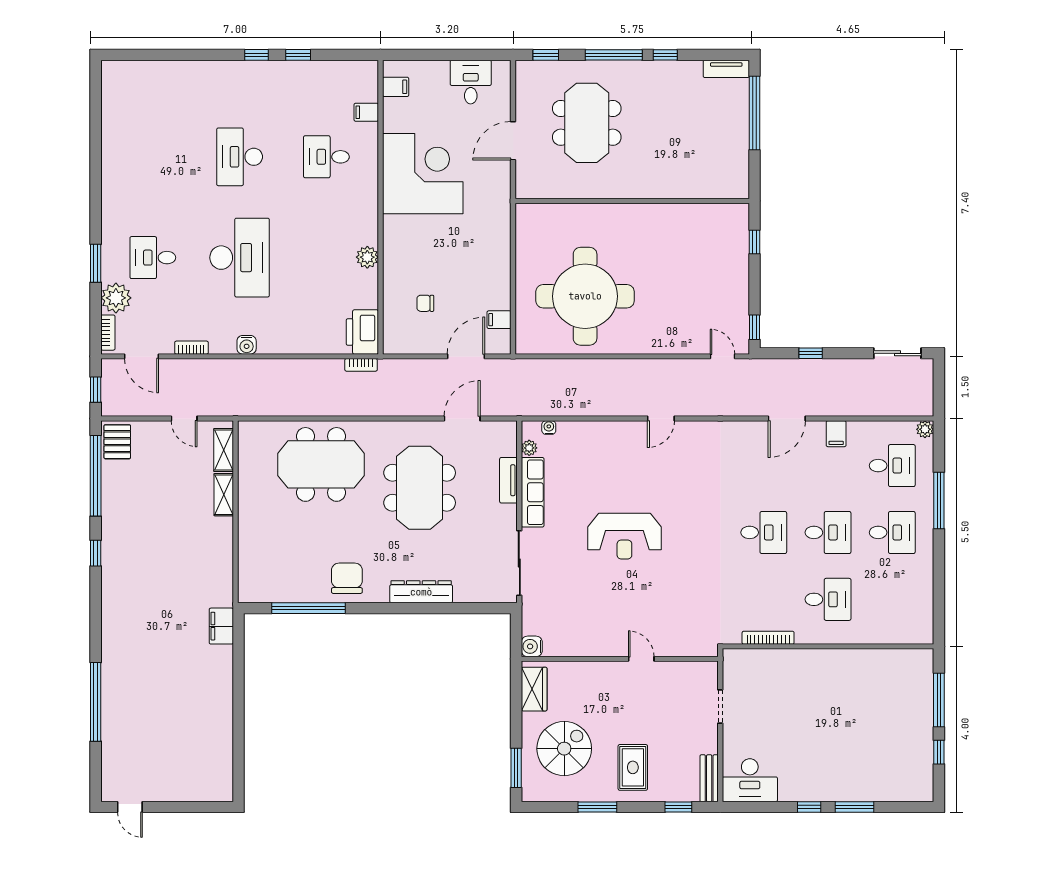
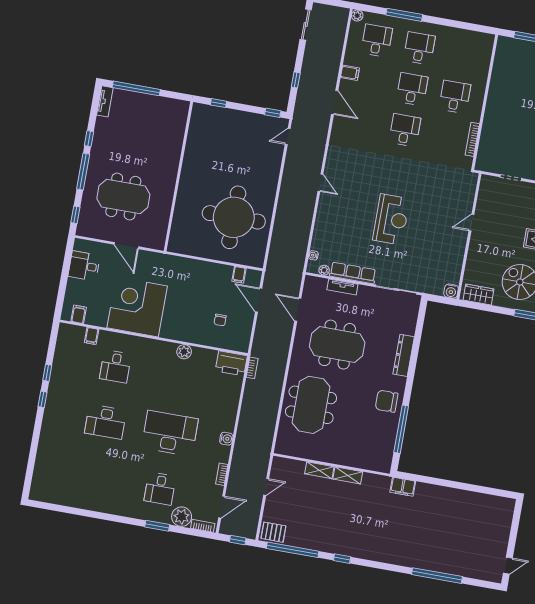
shelving: (224, 450) -> (348, 475), moved

